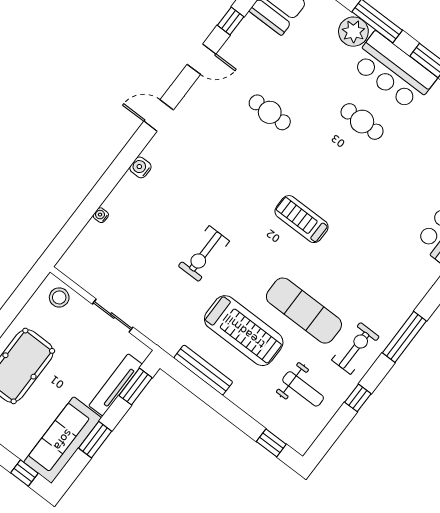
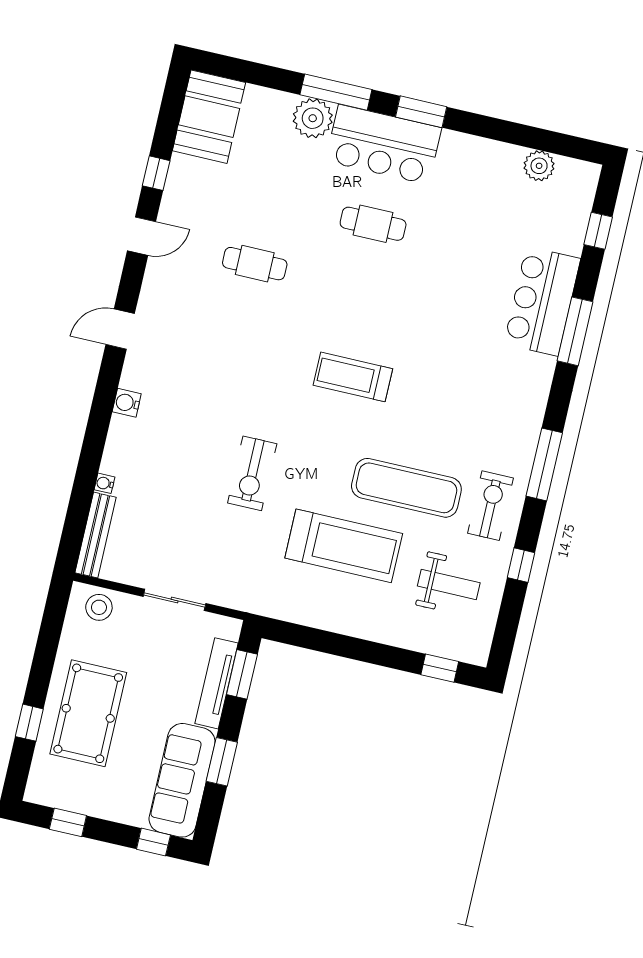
bench: (203, 370) -> (96, 535), moved, turned 90

